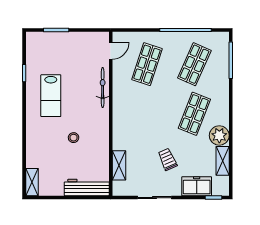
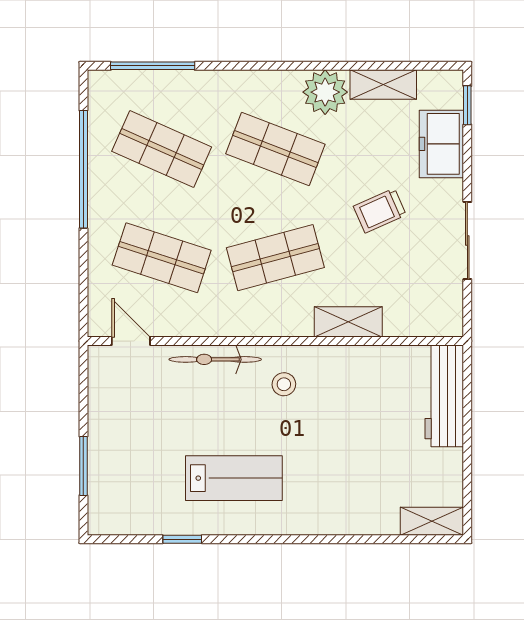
shop shelf: (147, 114) -> (275, 258), added
stool: (74, 138) -> (284, 384), moved
shelving: (119, 165) -> (348, 322), moved

